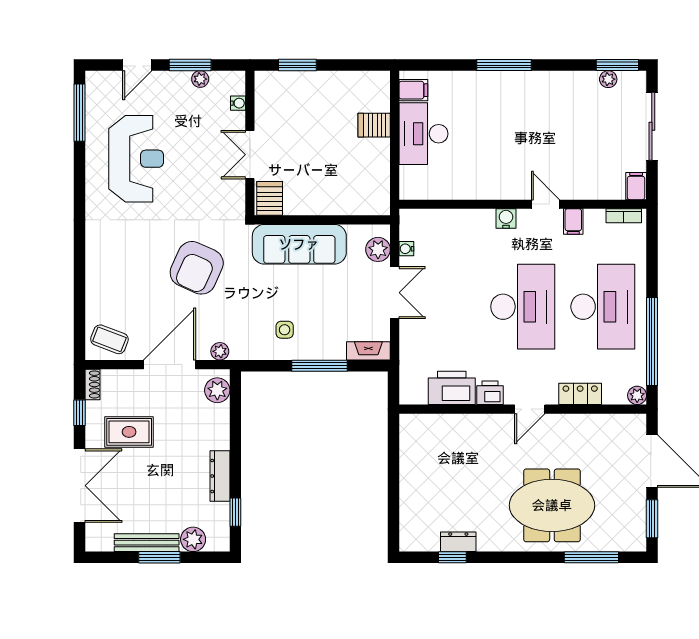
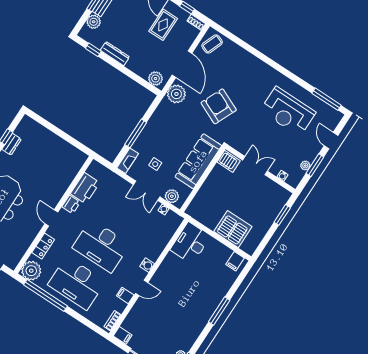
server rack: (374, 125) -> (233, 229), width x2.18, depth x1.44
desk: (423, 134) -> (190, 243), moved, turned -90
side table: (285, 330) -> (155, 164), moved
plant: (220, 351) -> (176, 94), width x1.88, depth x1.88
plant: (637, 395) -> (31, 271), width x1.87, depth x1.87

